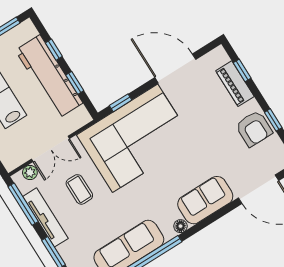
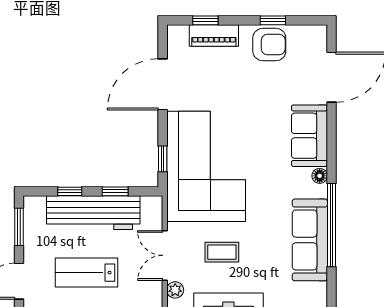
double door: (50, 149) -> (165, 255), swing flipped

